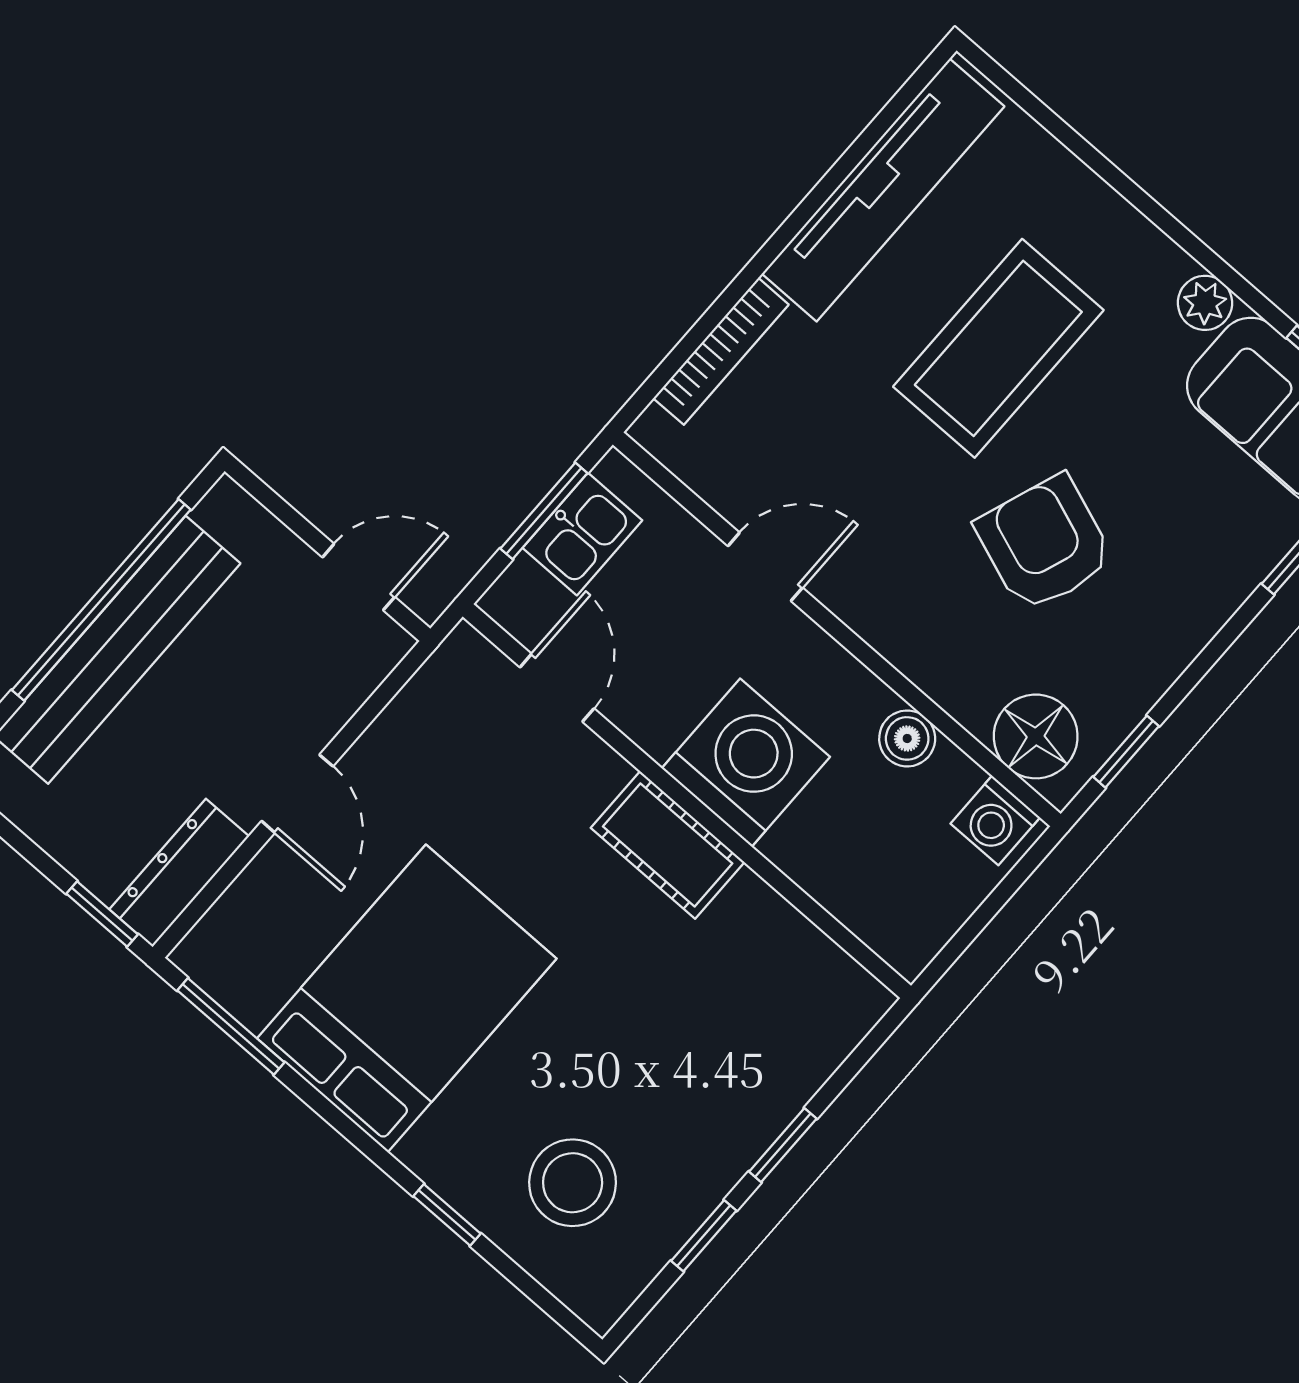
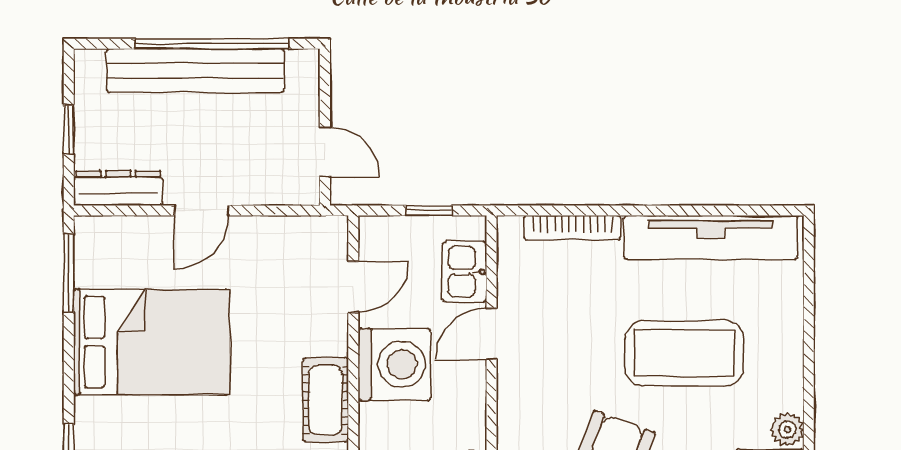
window: (544, 511) -> (429, 210), width x0.67
kitchen sink: (582, 534) -> (465, 272), moved, turned 90
door: (765, 567) -> (492, 334), swing flipped
washing machine: (746, 763) -> (394, 364), moved
window: (102, 914) -> (69, 130), moved

